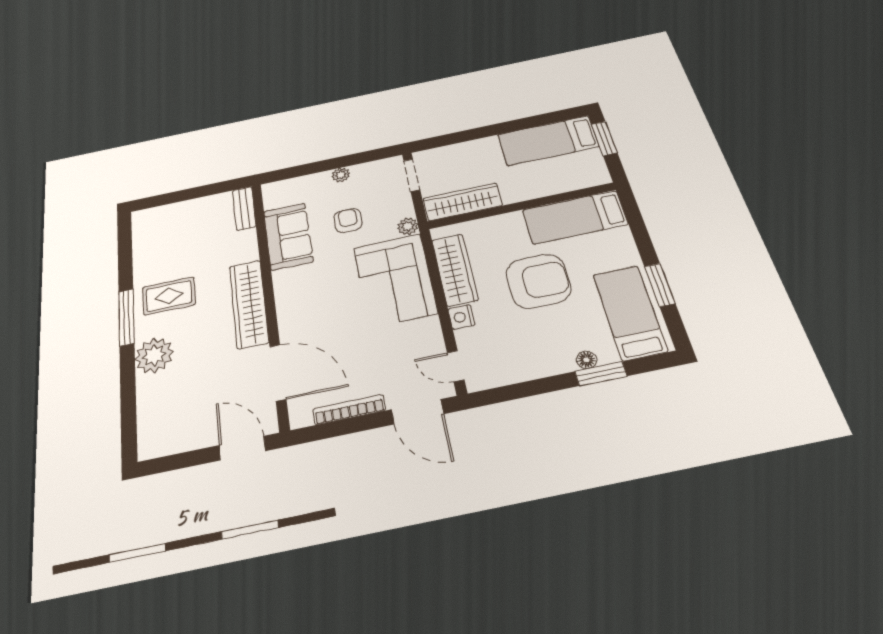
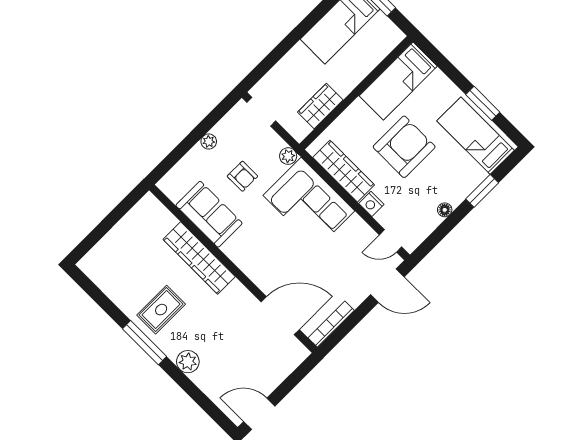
wardrobe: (463, 202) -> (320, 106), width x0.67
bench: (244, 208) -> (159, 211), removed
armchair: (348, 220) -> (242, 176), turned 180
wardrobe: (249, 304) -> (199, 258), moved
plant: (154, 355) -> (188, 362), width x0.73, depth x0.73
floor lamp: (586, 360) -> (445, 210), moved
bookcase: (349, 410) -> (331, 324), moved
door: (242, 448) -> (259, 414), moved

